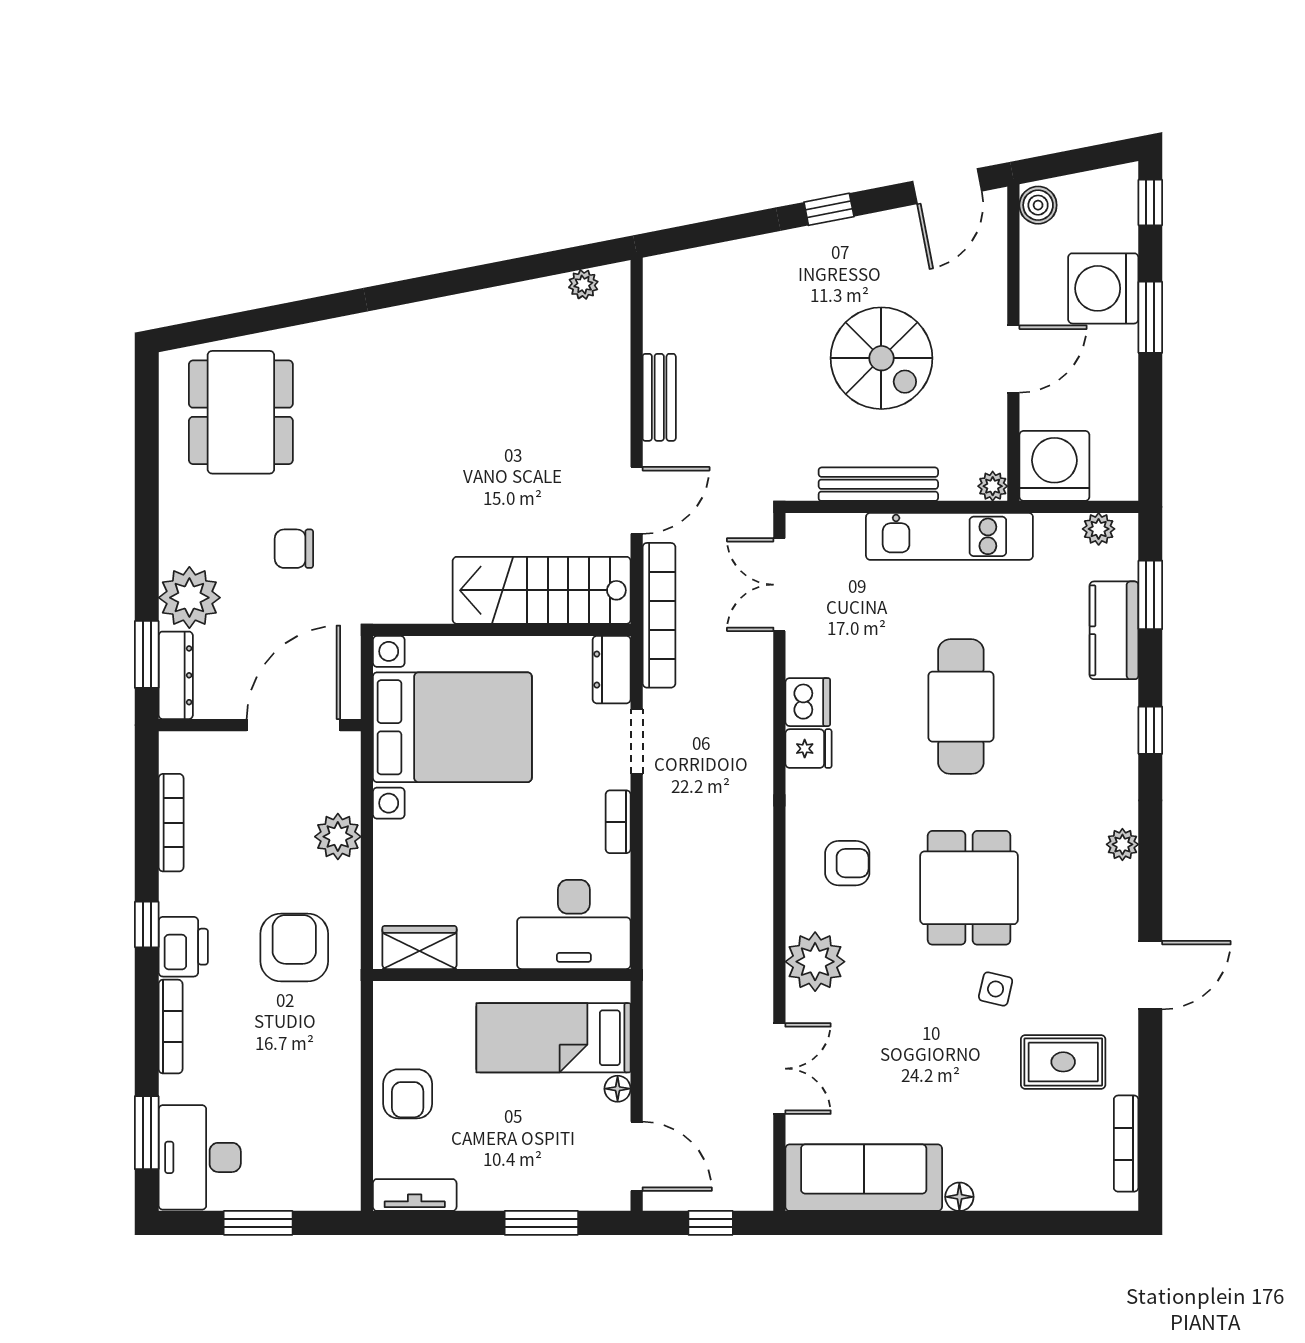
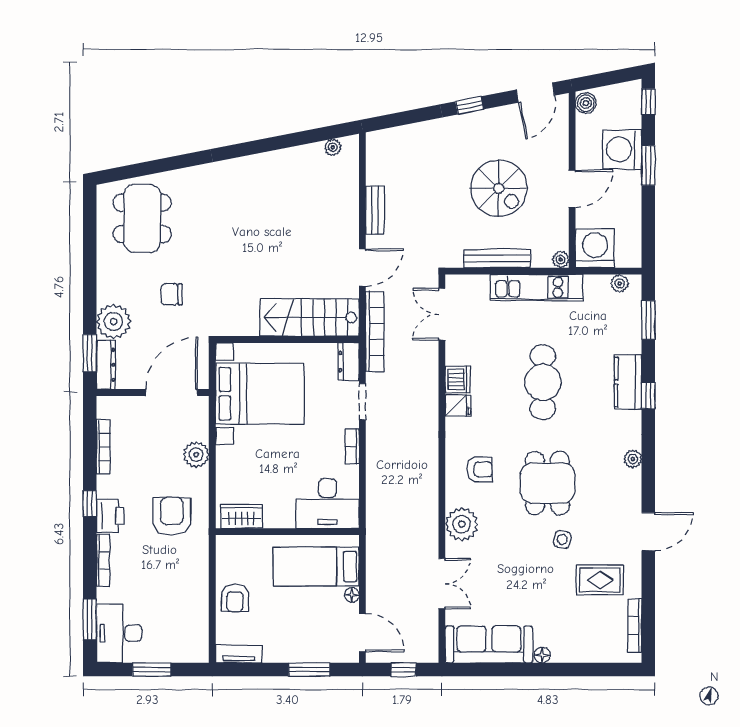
kitchen counter: (1114, 630) -> (628, 382), moved

